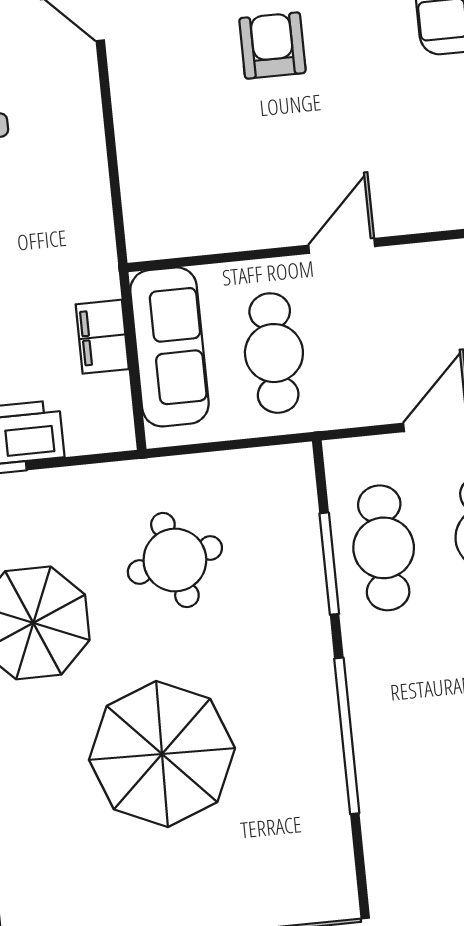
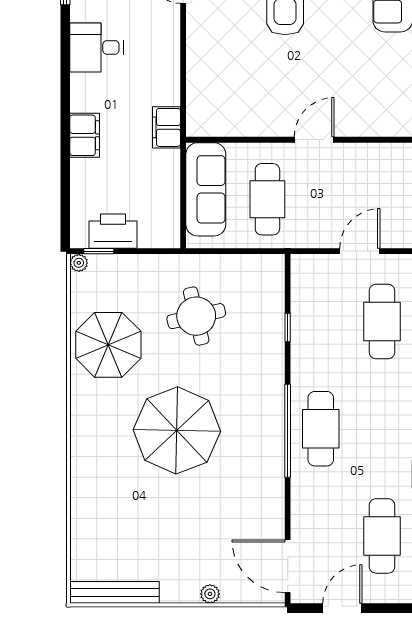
filing cabinet: (102, 337) -> (166, 127), moved
cafe table: (384, 548) -> (321, 429), moved
window: (329, 564) -> (288, 327), width x0.46

